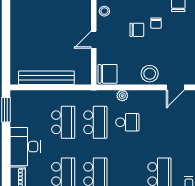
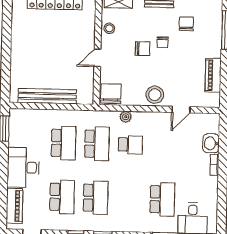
chair: (107, 74) -> (111, 94), turned -90

